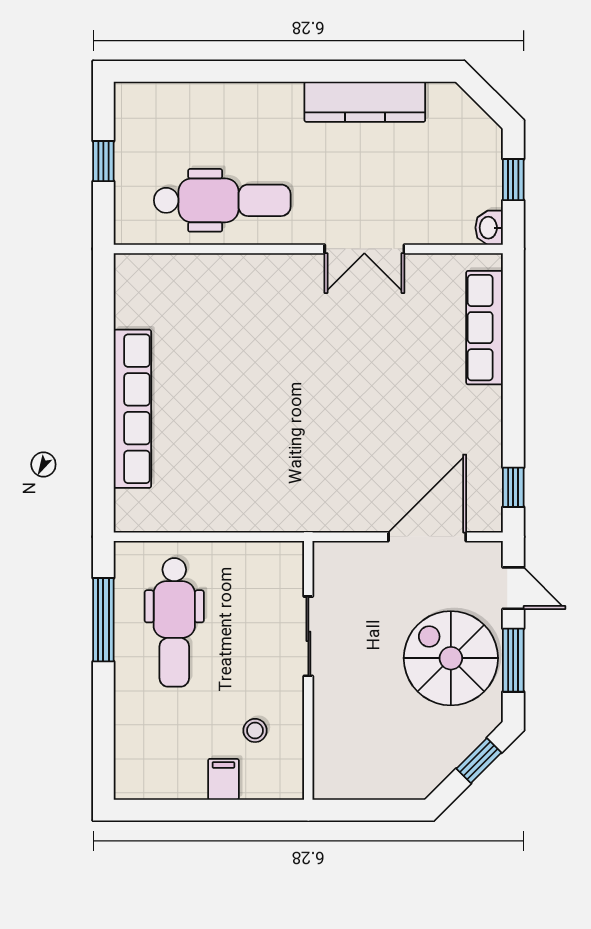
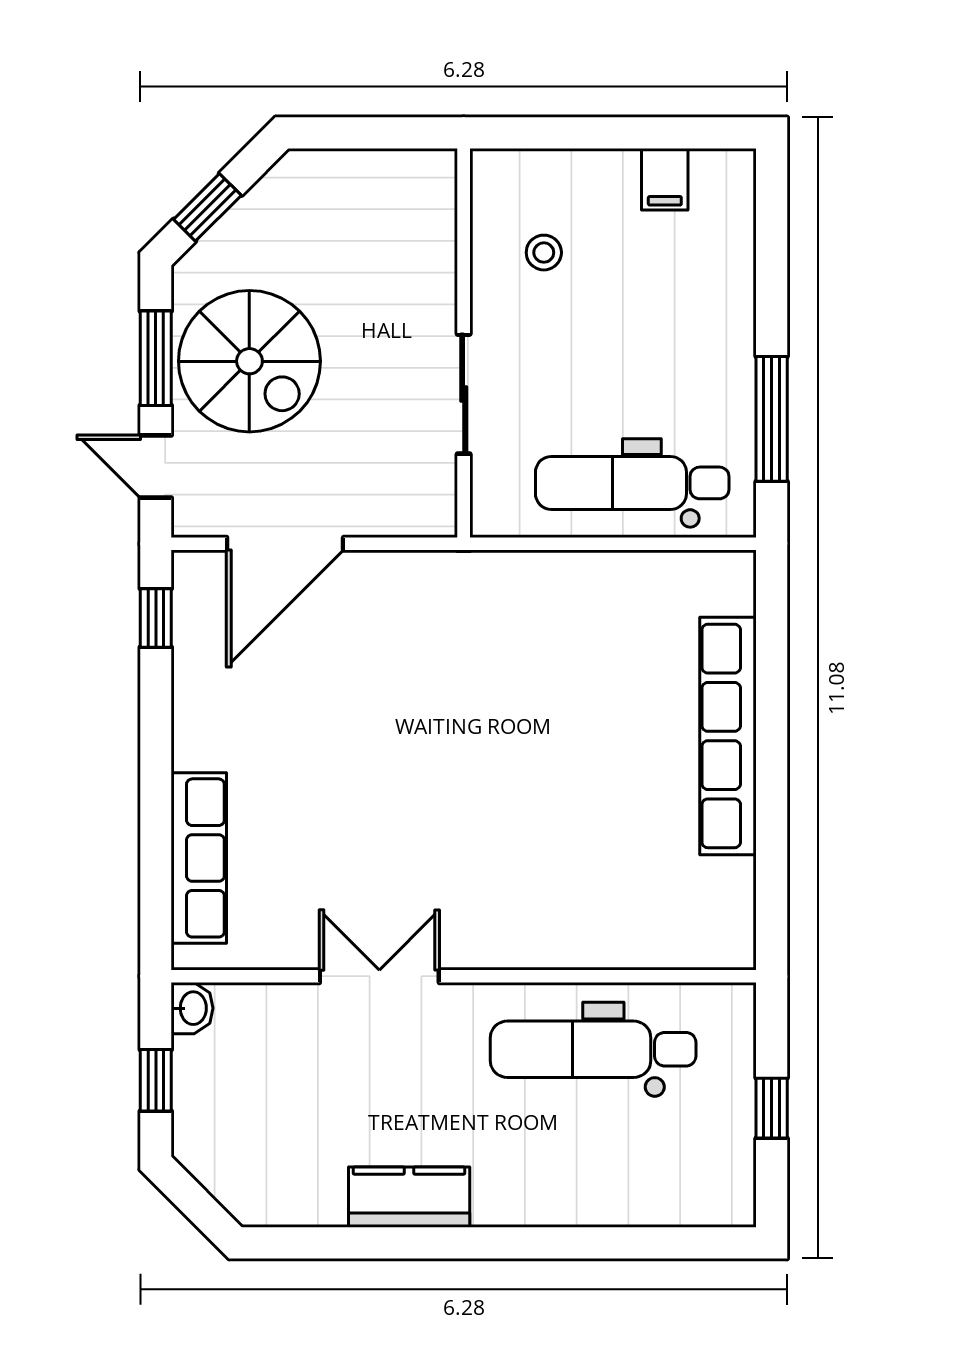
kitchen counter: (365, 102) -> (409, 1197), width x0.67
dental chair: (174, 622) -> (632, 483), moved, turned -90
filing cabinet: (223, 779) -> (665, 179), moved

